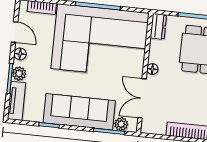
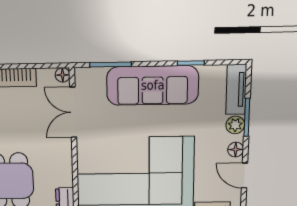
floor lamp: (152, 69) -> (63, 75), moved
double door: (142, 98) -> (73, 112), swing flipped
plant: (121, 124) -> (96, 76), removed

